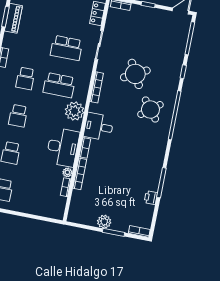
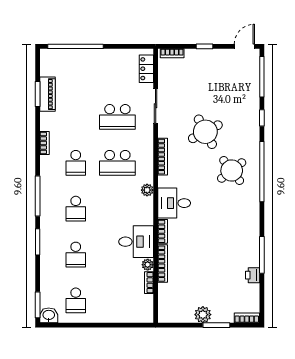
plant: (75, 111) -> (147, 190), width x0.53, depth x0.53
desk: (63, 147) -> (136, 242), width x0.73

